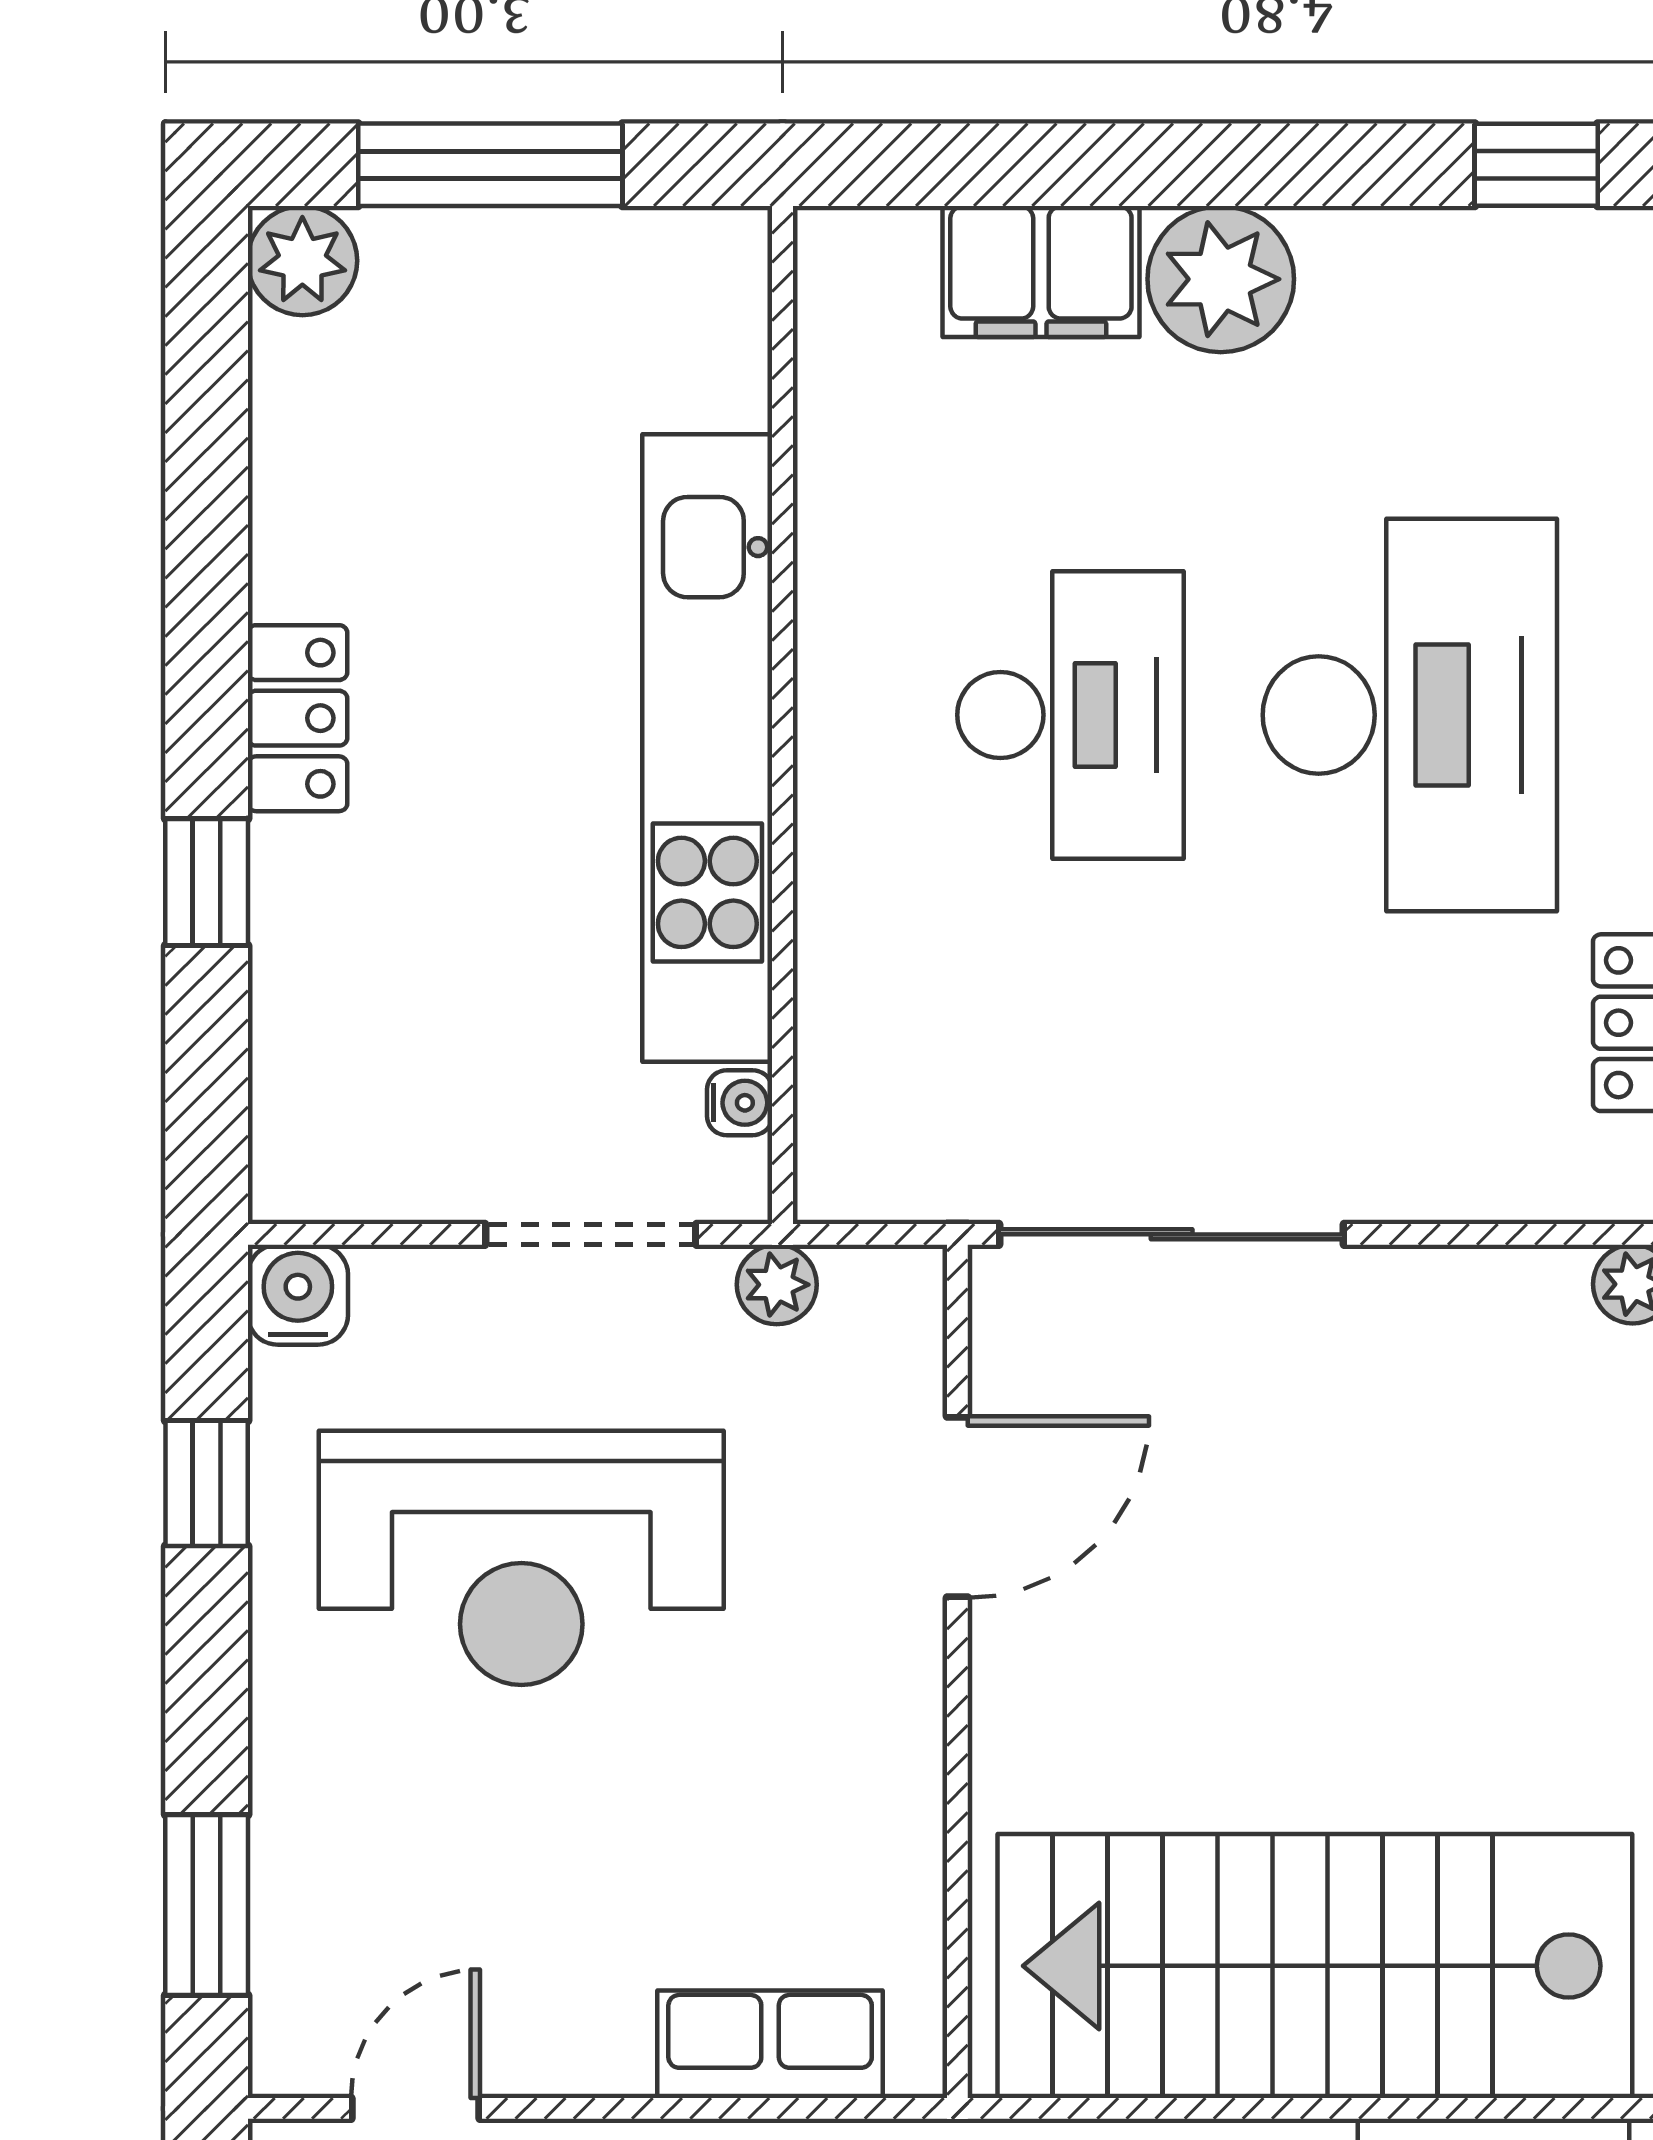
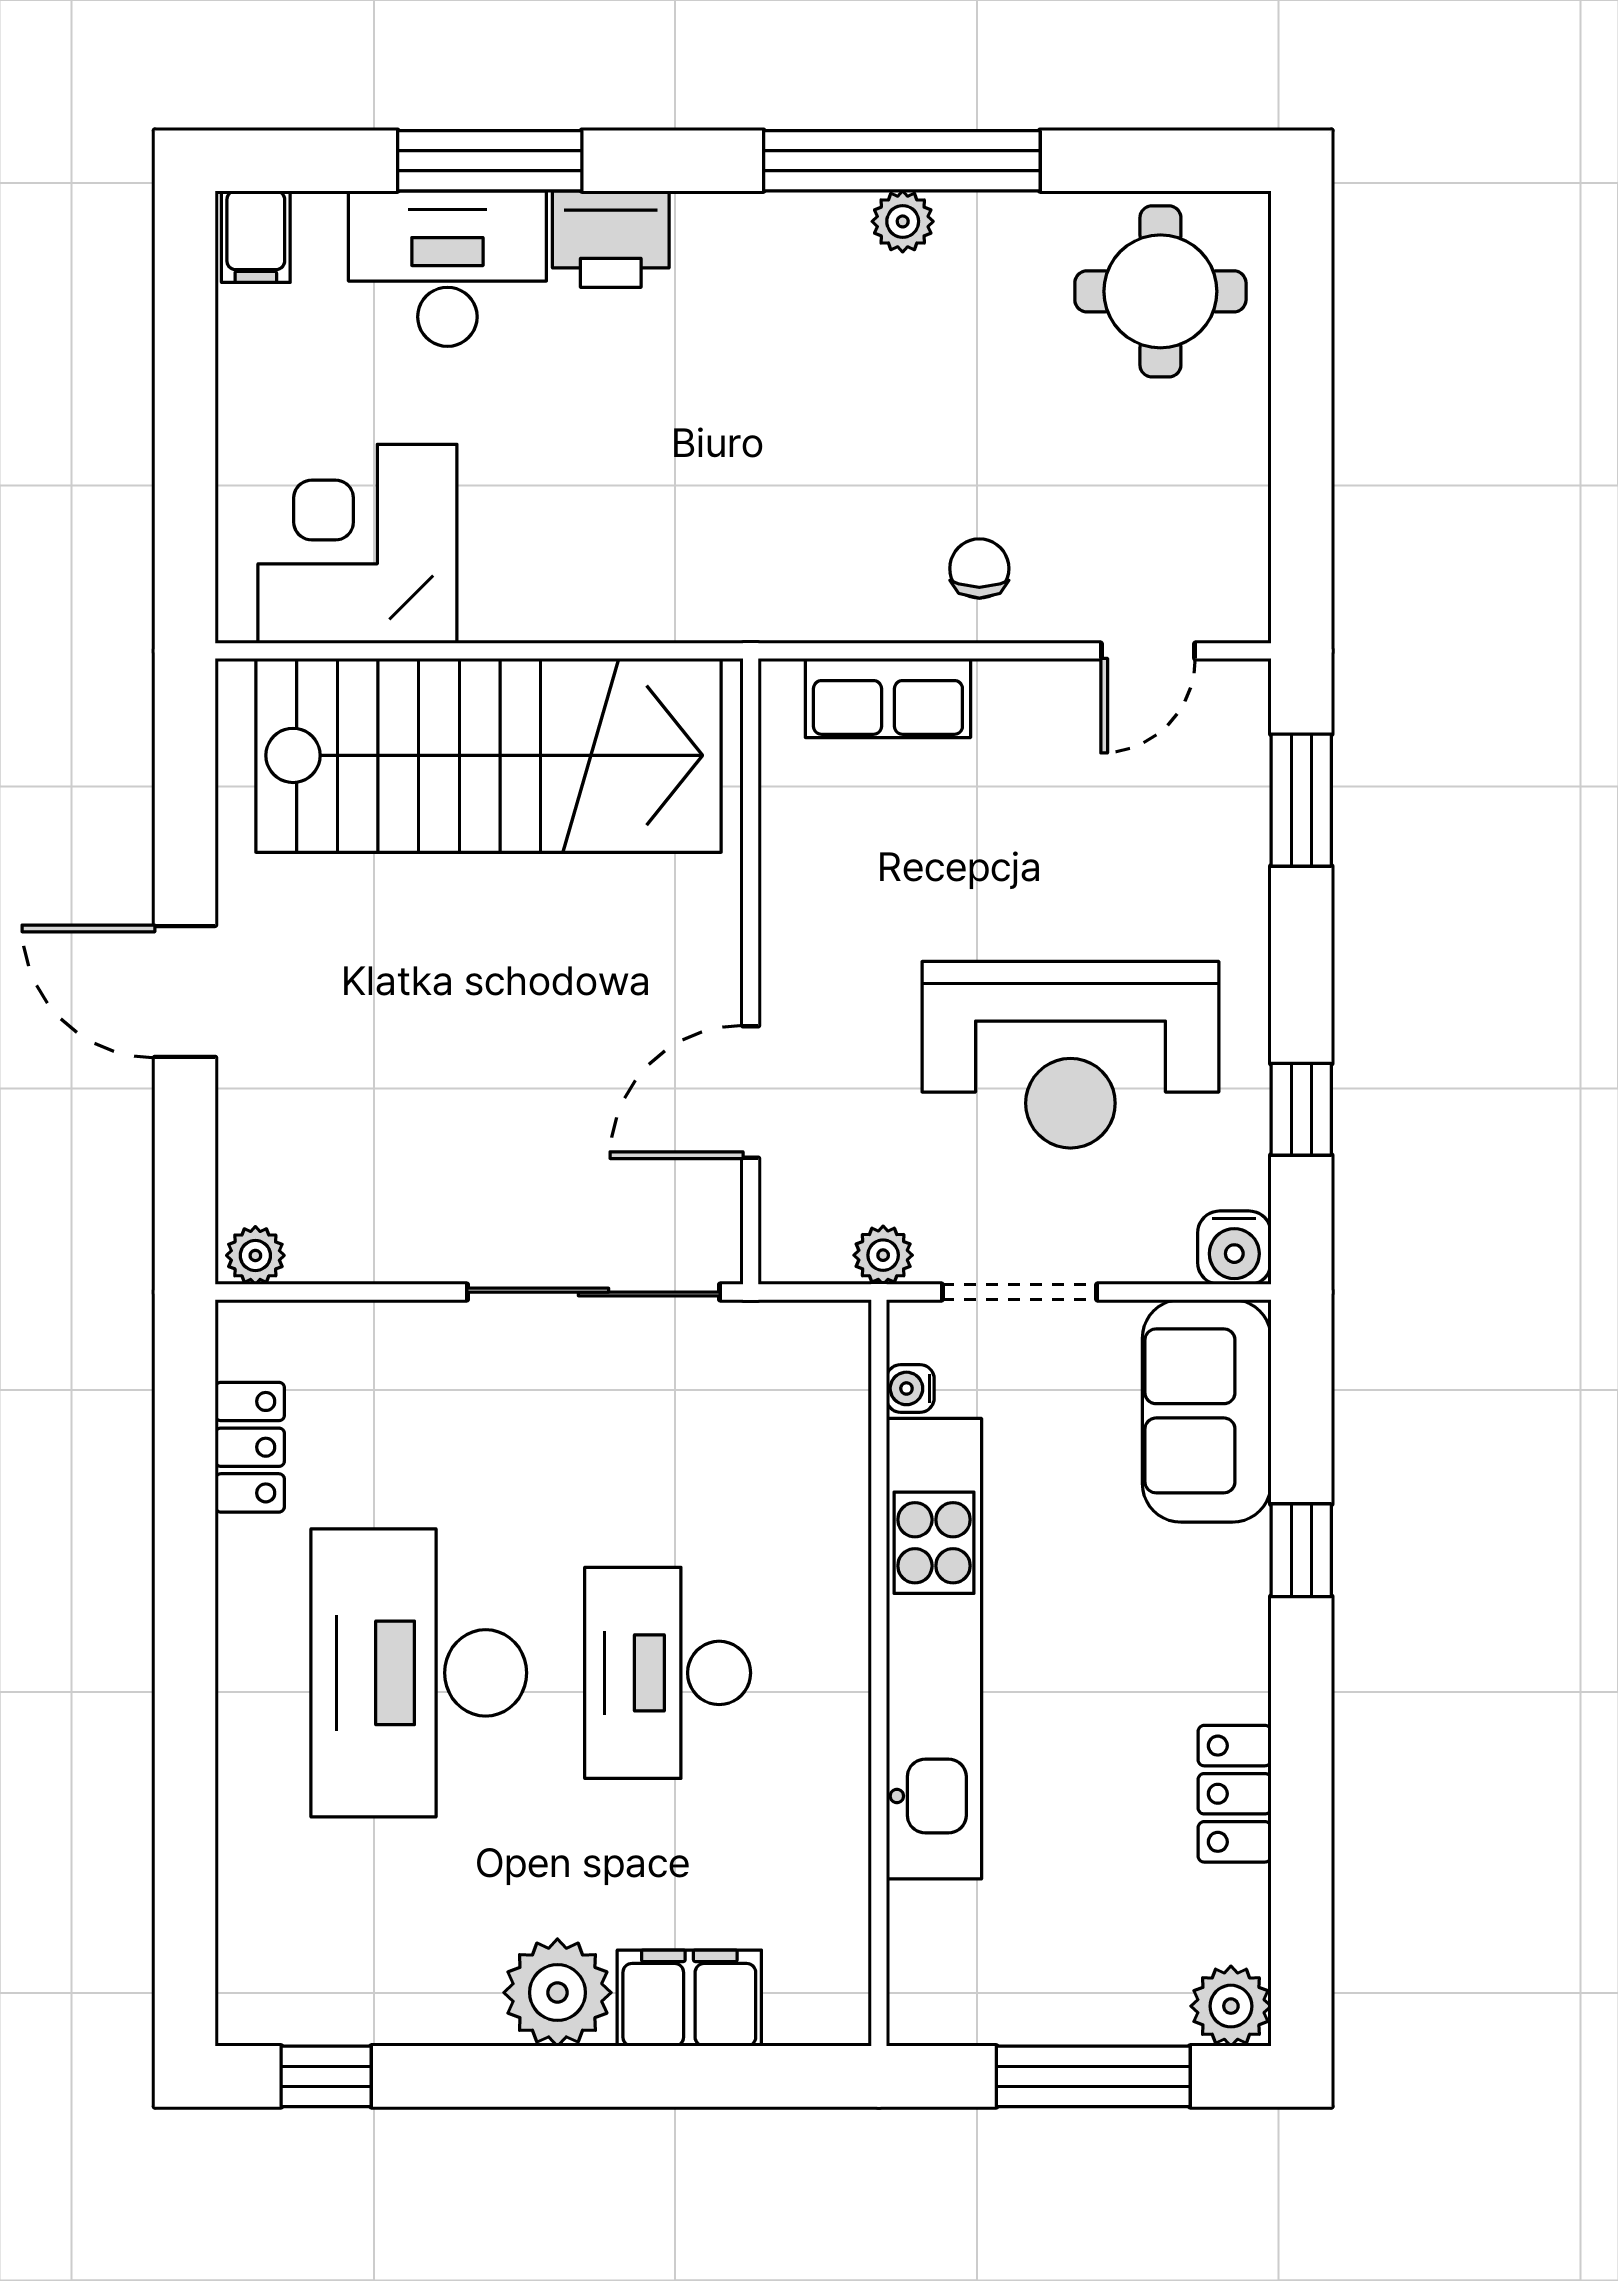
locker: (297, 718) -> (1235, 1794), moved
sofa: (336, 1072) -> (1207, 1411), added
reception desk: (521, 1558) -> (1070, 1055), turned 180

